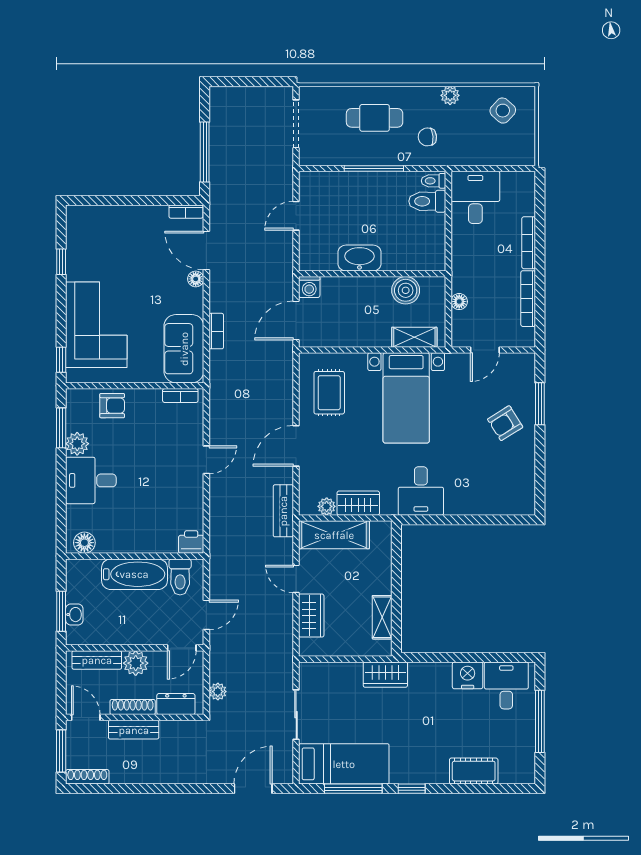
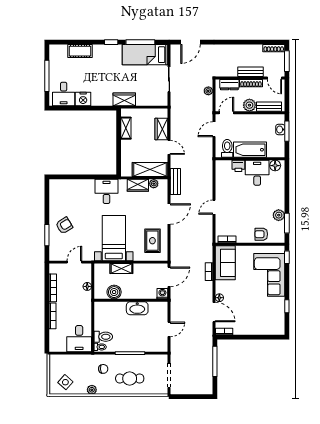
shelving: (414, 337) -> (121, 269), moved
desk: (91, 480) -> (257, 173), moved, turned -90
printer: (191, 542) -> (238, 166), moved

